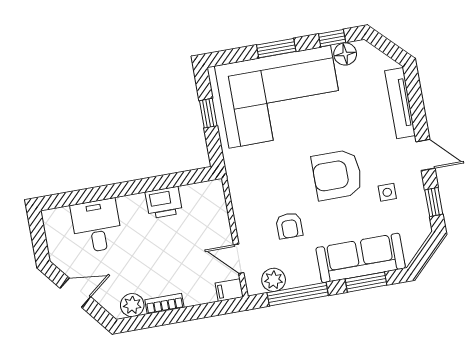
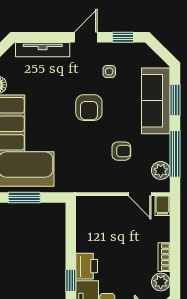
window: (208, 113) -> (24, 198), width x1.50
armchair: (337, 175) -> (89, 108), width x0.73, depth x0.73
window: (114, 191) -> (71, 280), added
printer: (164, 203) -> (87, 266), moved
door: (239, 259) -> (140, 194), hinge flipped

